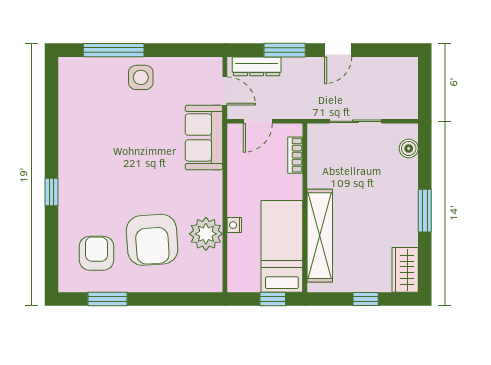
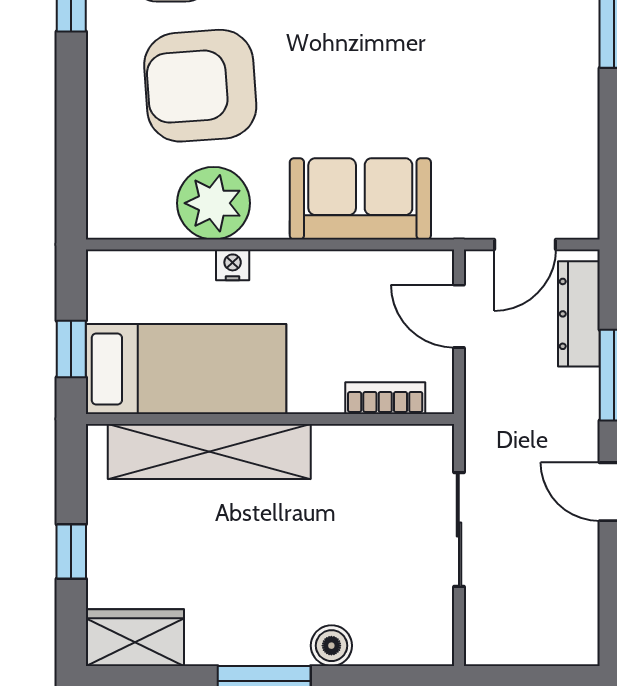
side table: (141, 77) -> (555, 61), removed
sofa: (204, 138) -> (360, 199), moved
boiler: (409, 148) -> (331, 646), moved

